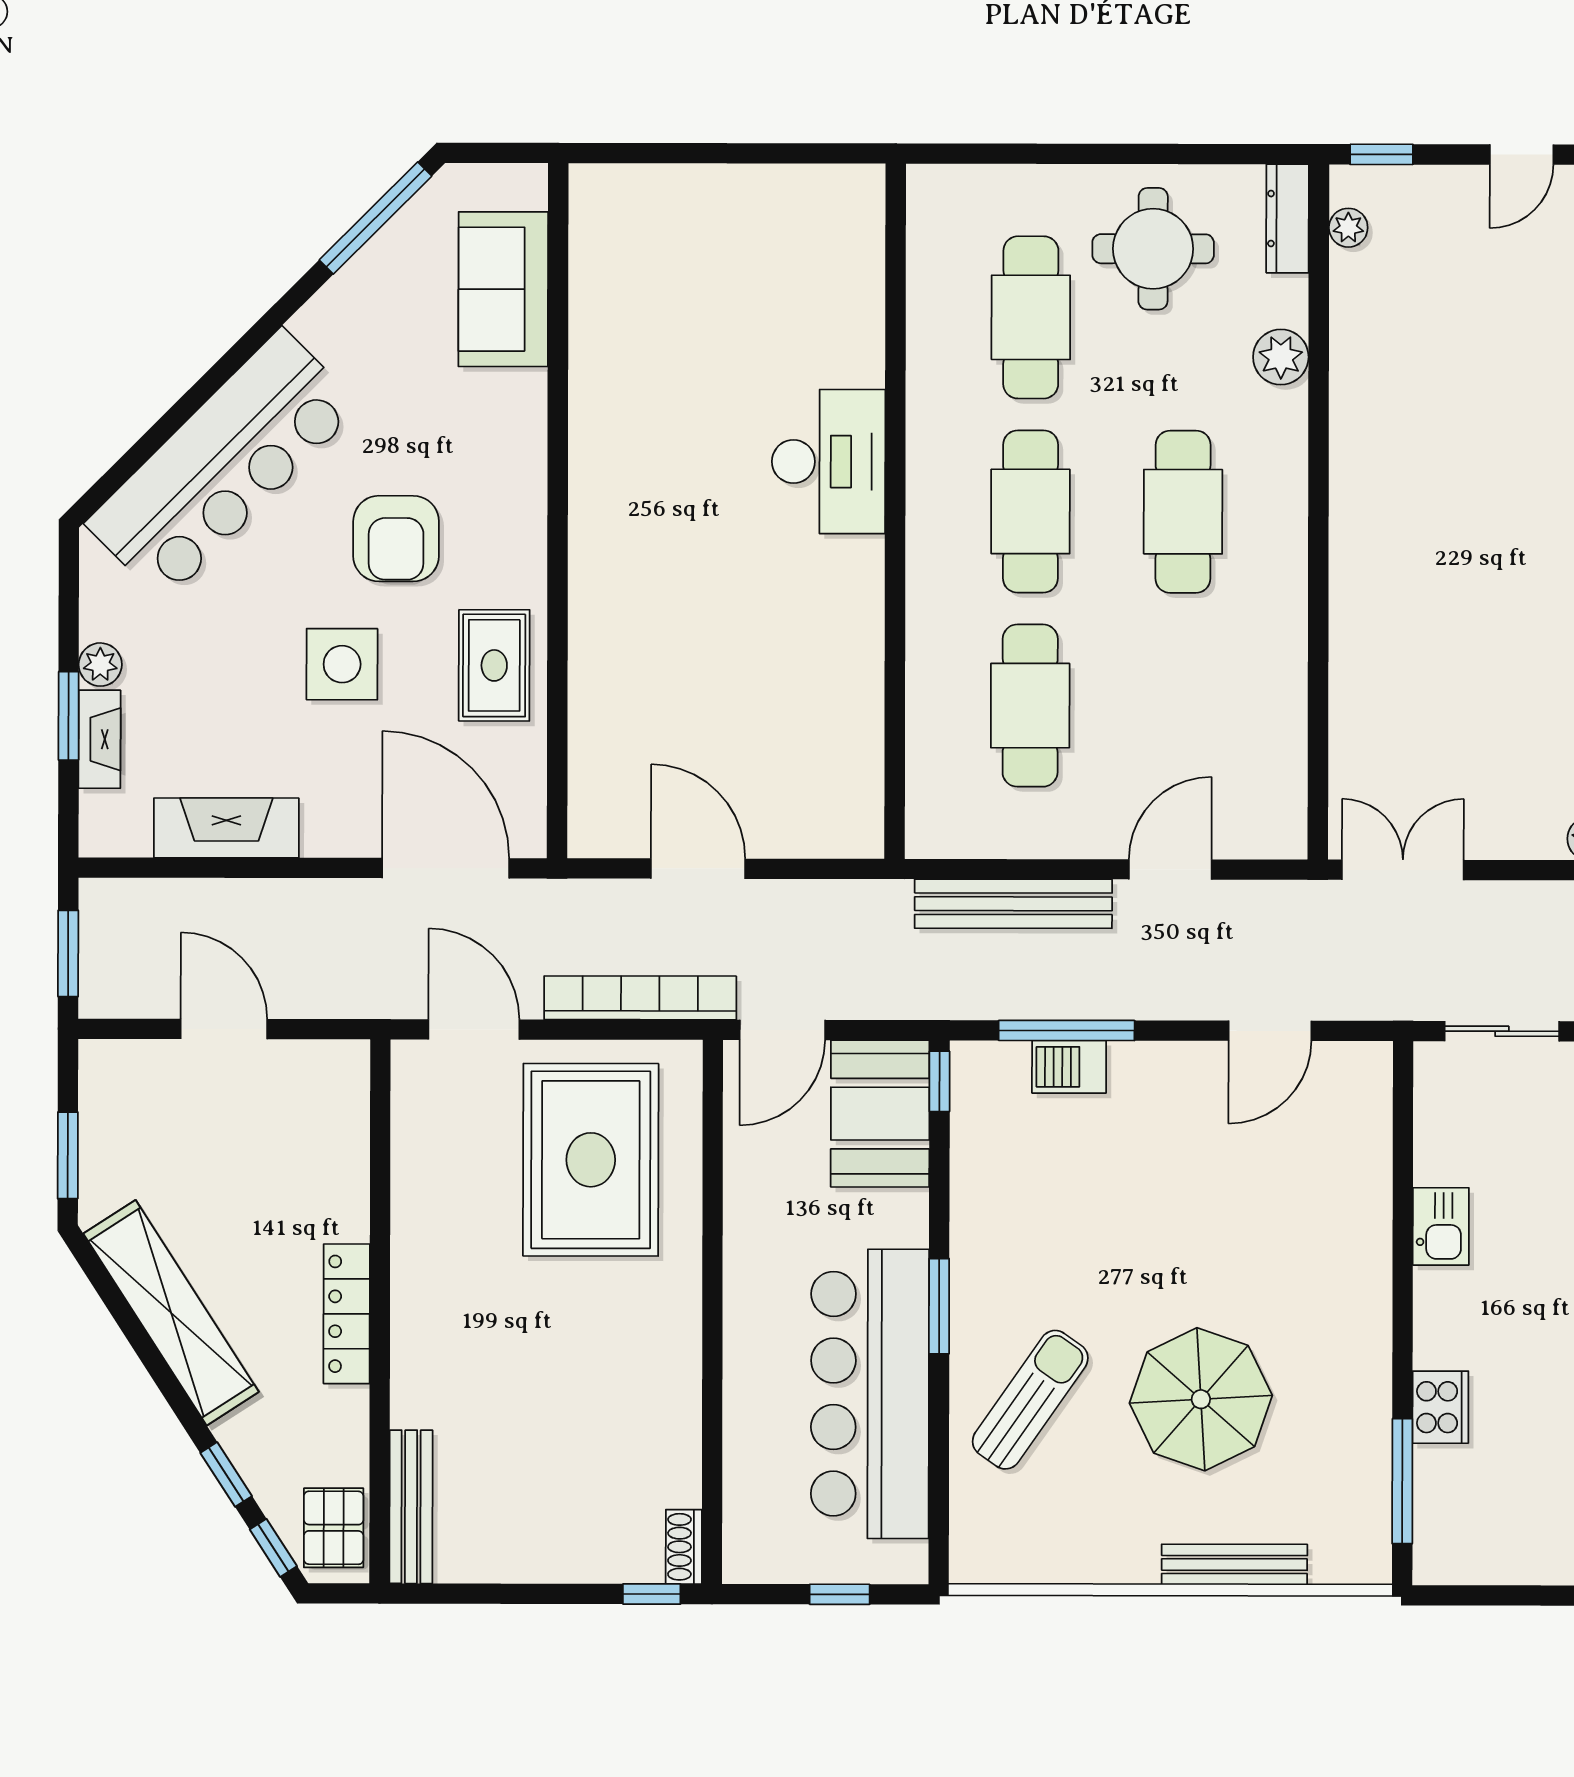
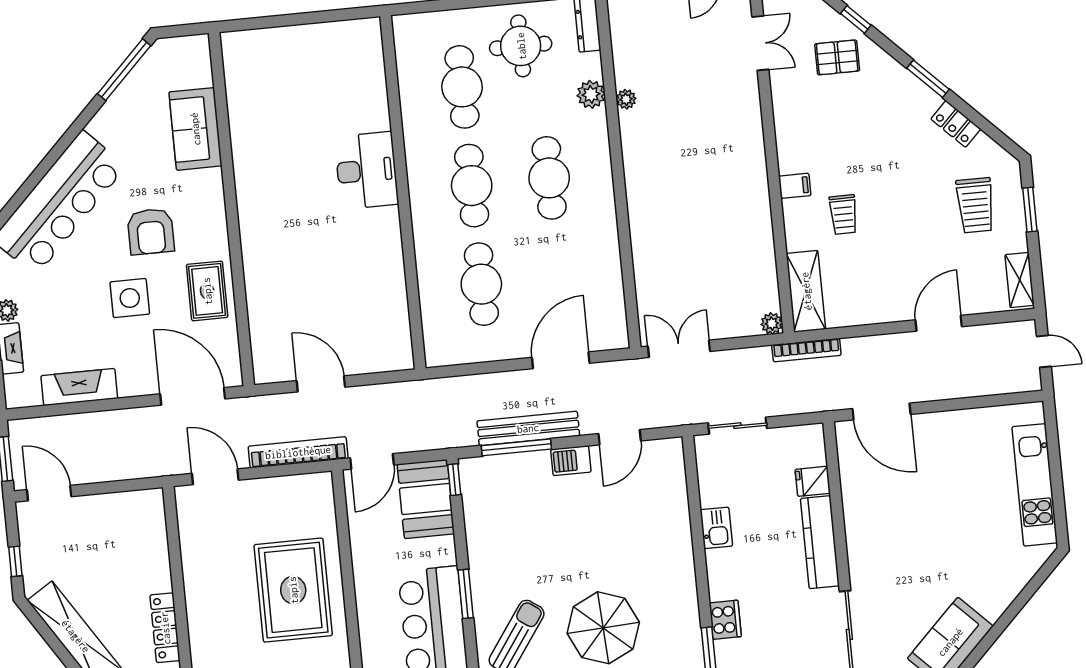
plant: (1348, 228) -> (626, 99), moved
sofa: (503, 289) -> (195, 129), moved
door: (1170, 869) -> (561, 360), width x1.36
bench: (1013, 904) -> (528, 428), moved
door: (224, 1029) -> (49, 493), moved
barbecue: (1069, 1067) -> (571, 461), moved
window: (68, 1155) -> (15, 561), width x0.67
rug: (591, 1160) -> (293, 590), moved

